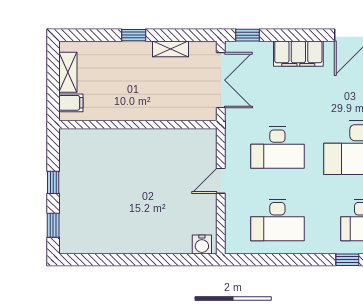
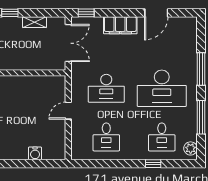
desk: (277, 220) -> (106, 137), width x0.73
water cooler: (202, 245) -> (35, 153), moved

